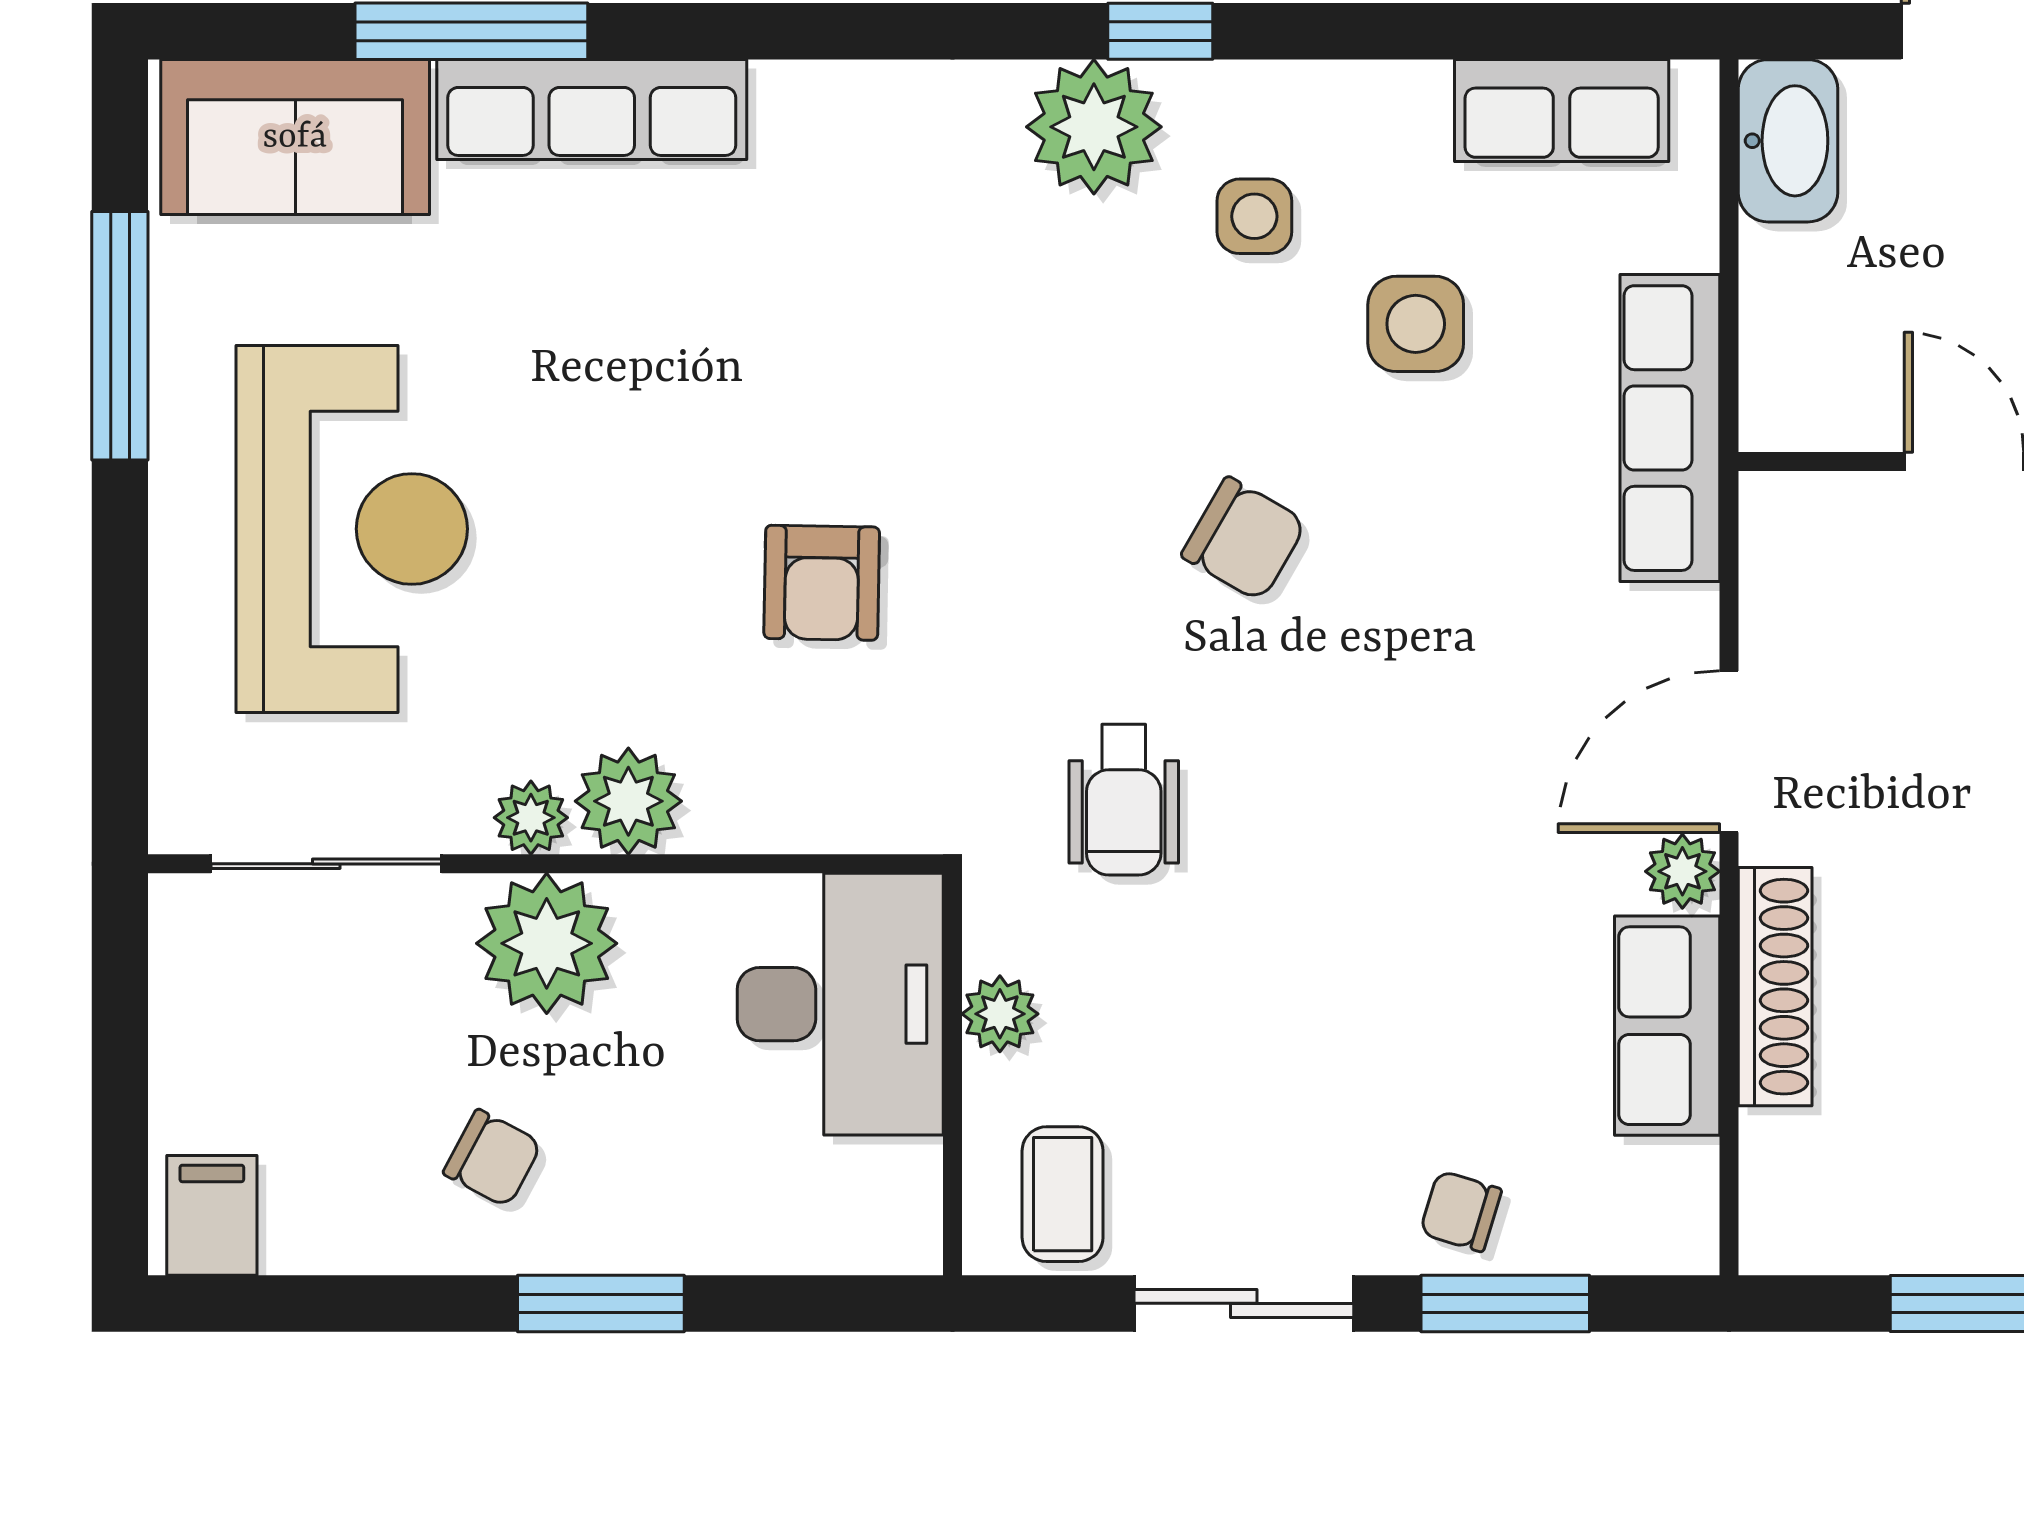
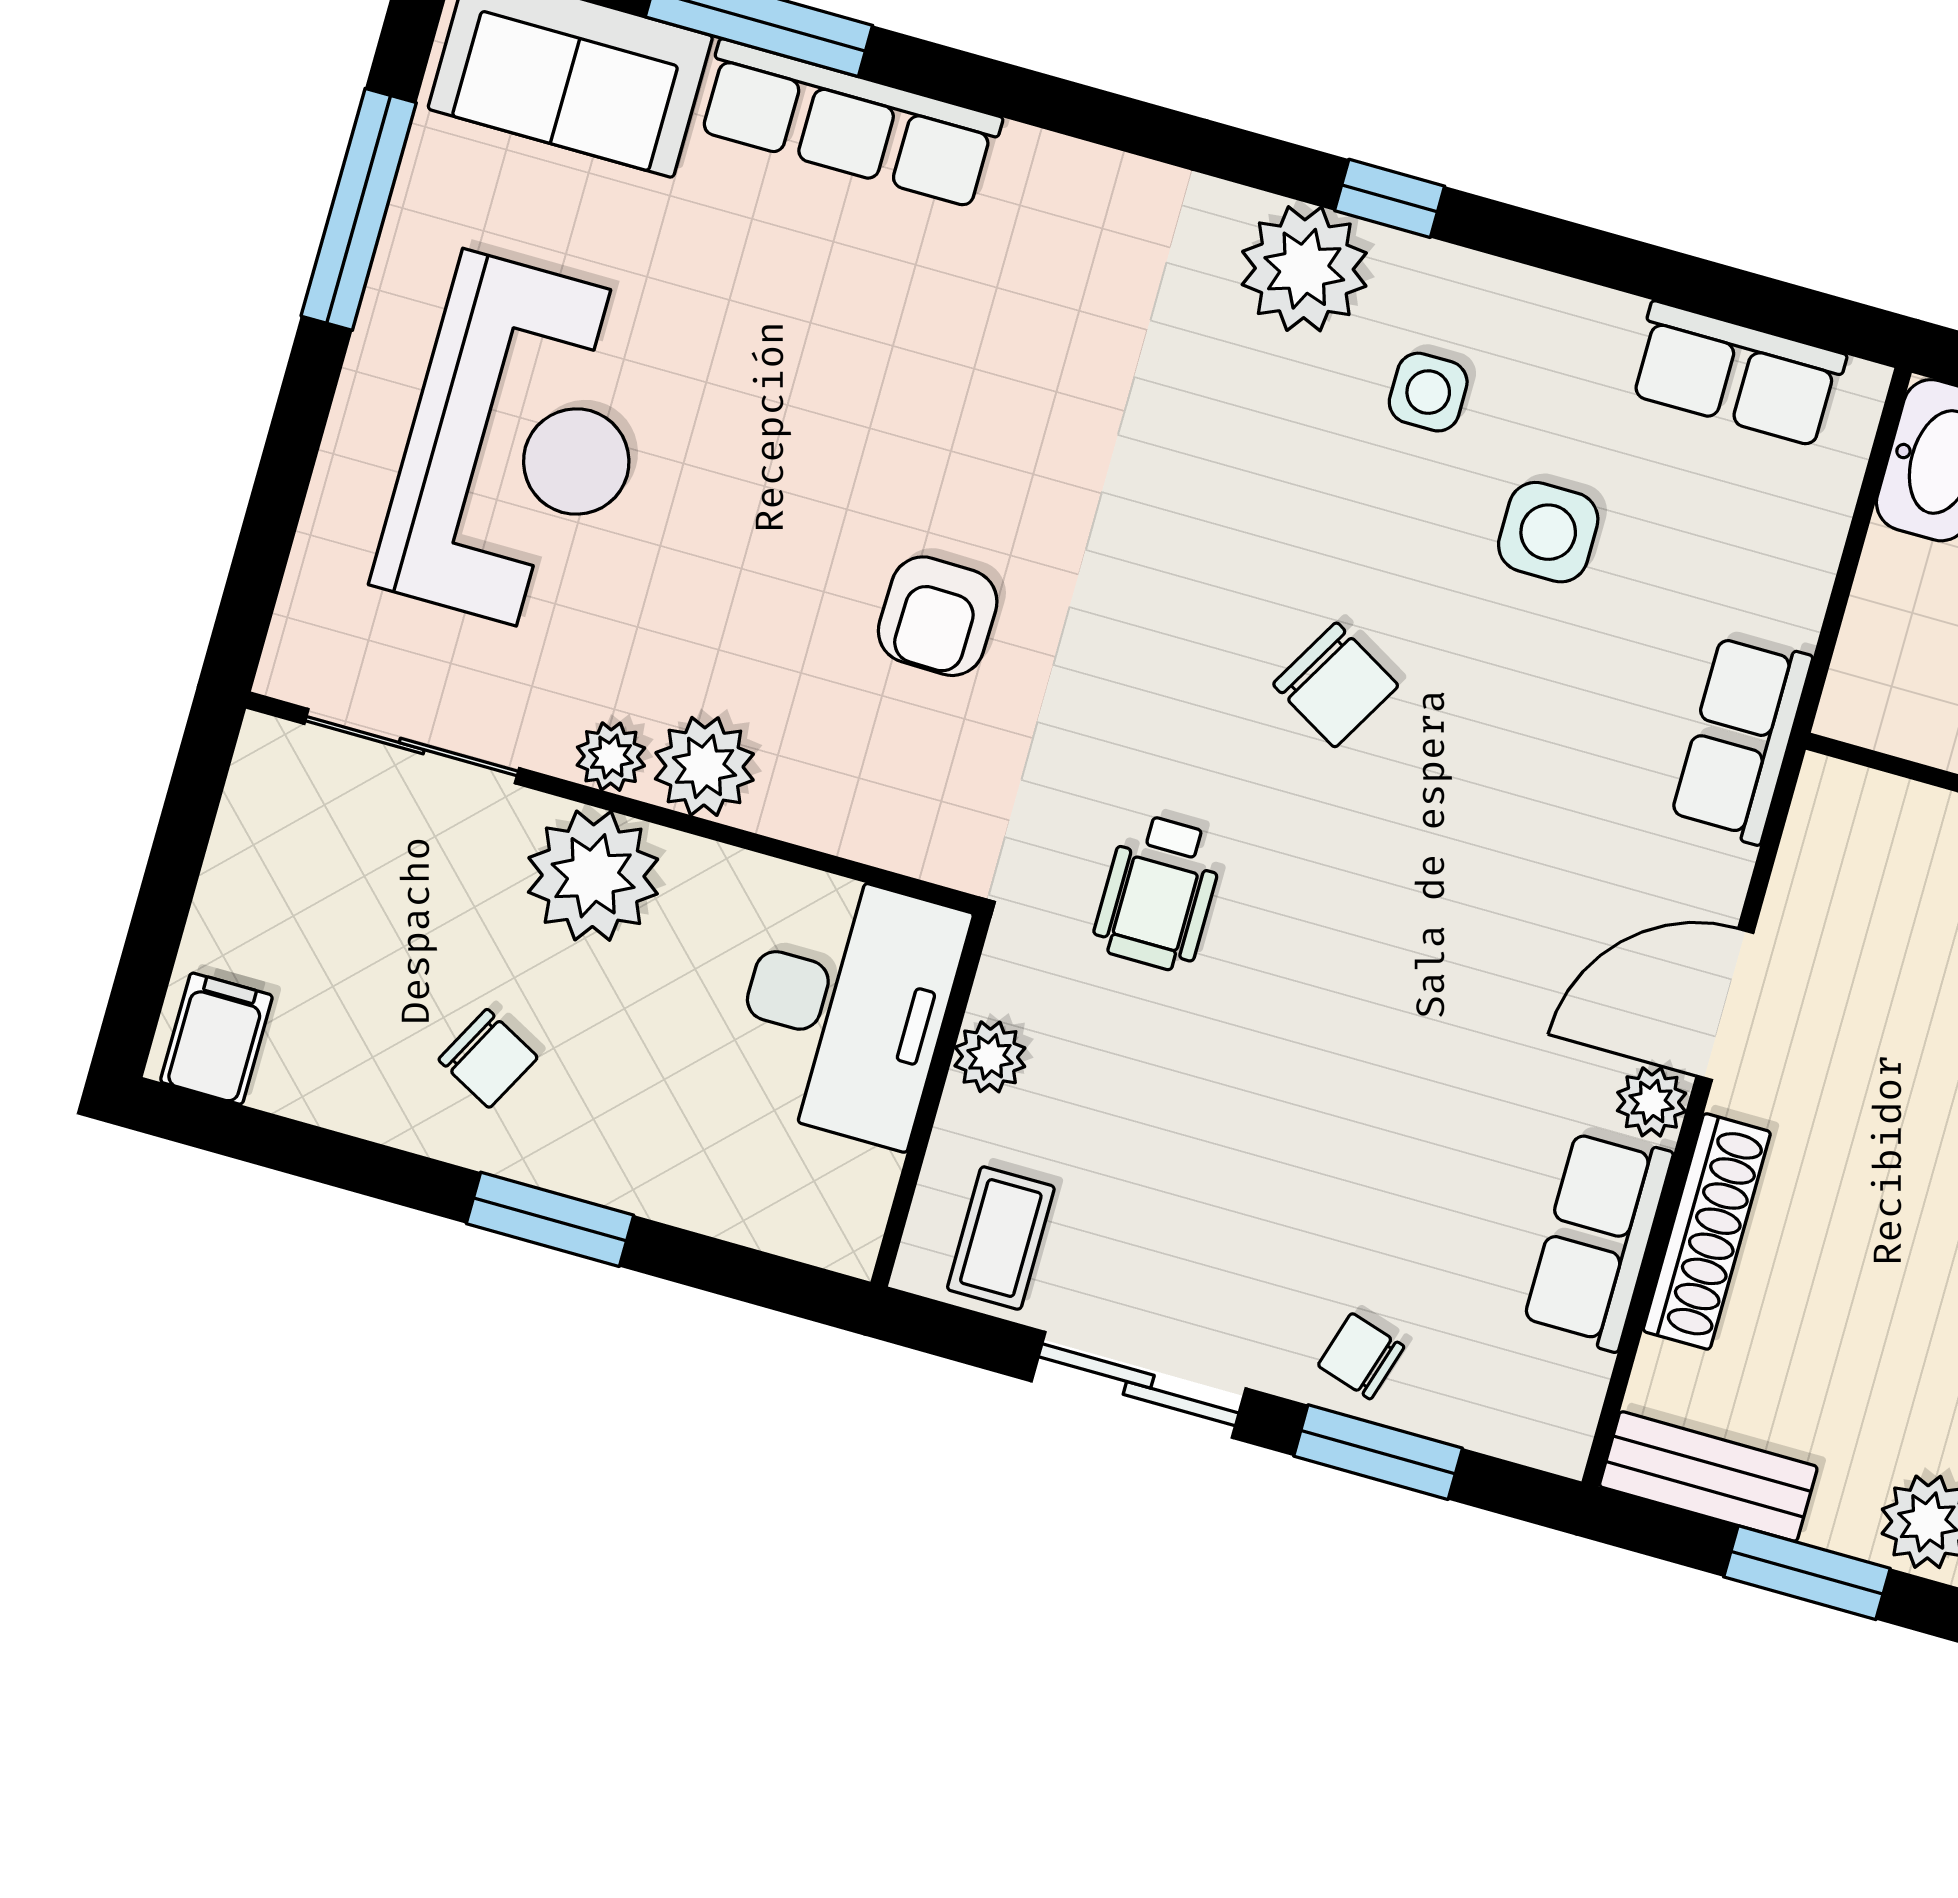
row of seats: (1670, 428) -> (1741, 738), width x0.68
bench: (1846, 1234) -> (1708, 1476), added

